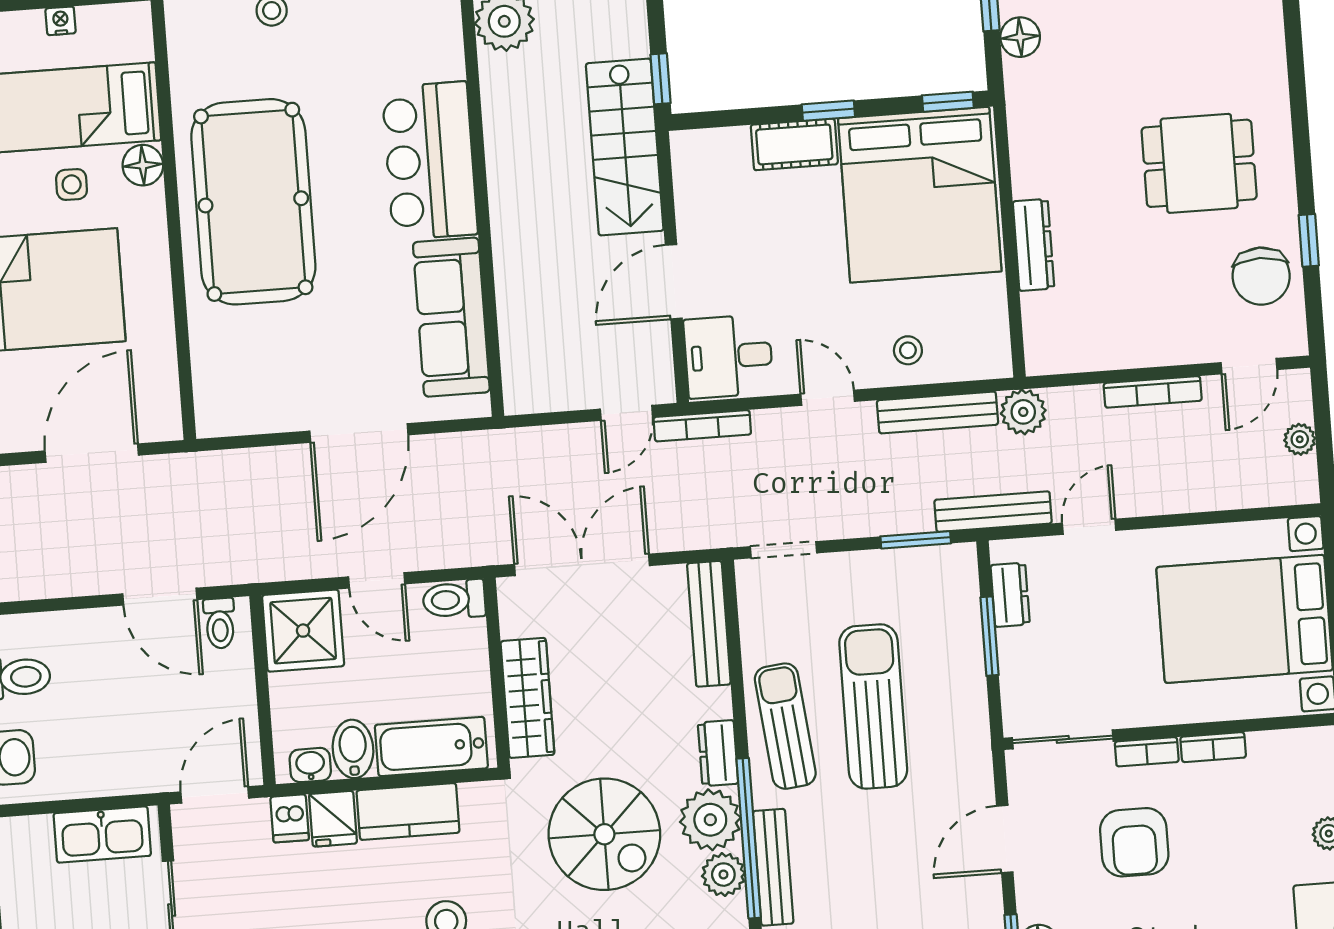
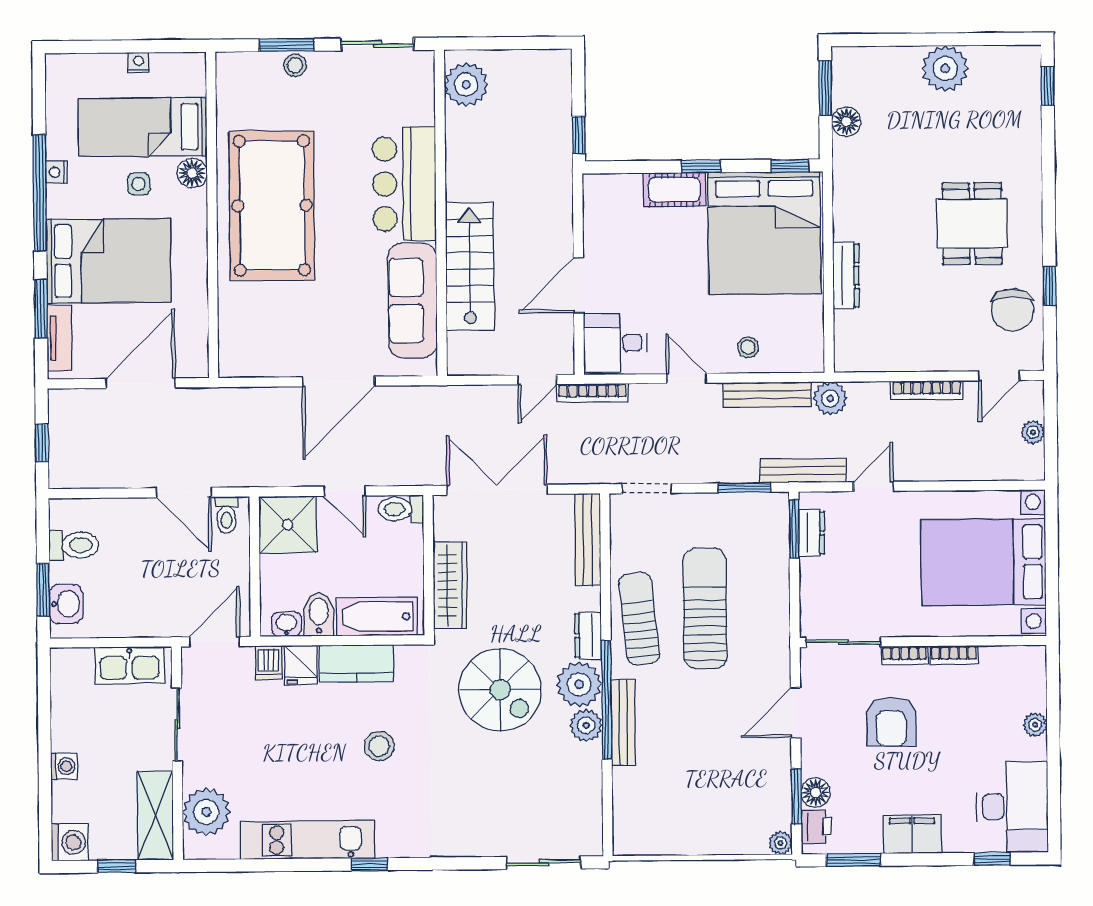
stairs: (625, 147) -> (470, 266), moved, turned 180
dining table: (1199, 163) -> (972, 224), turned 90
window: (990, 636) -> (794, 529), moved

